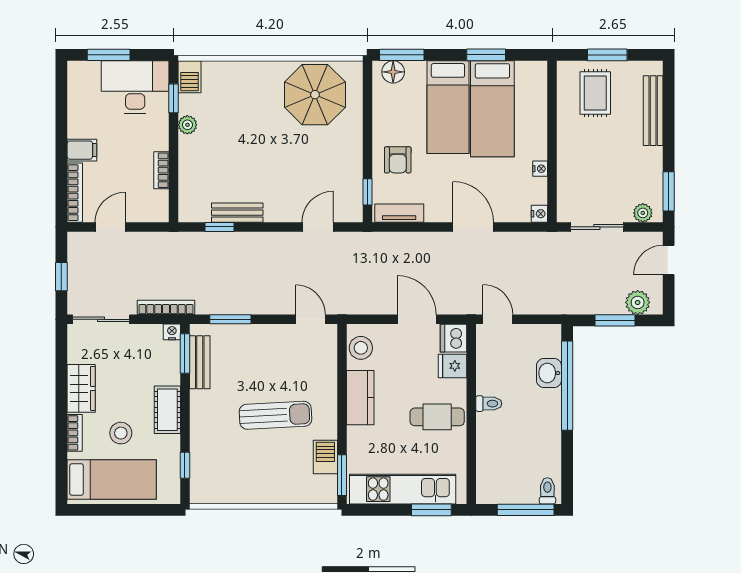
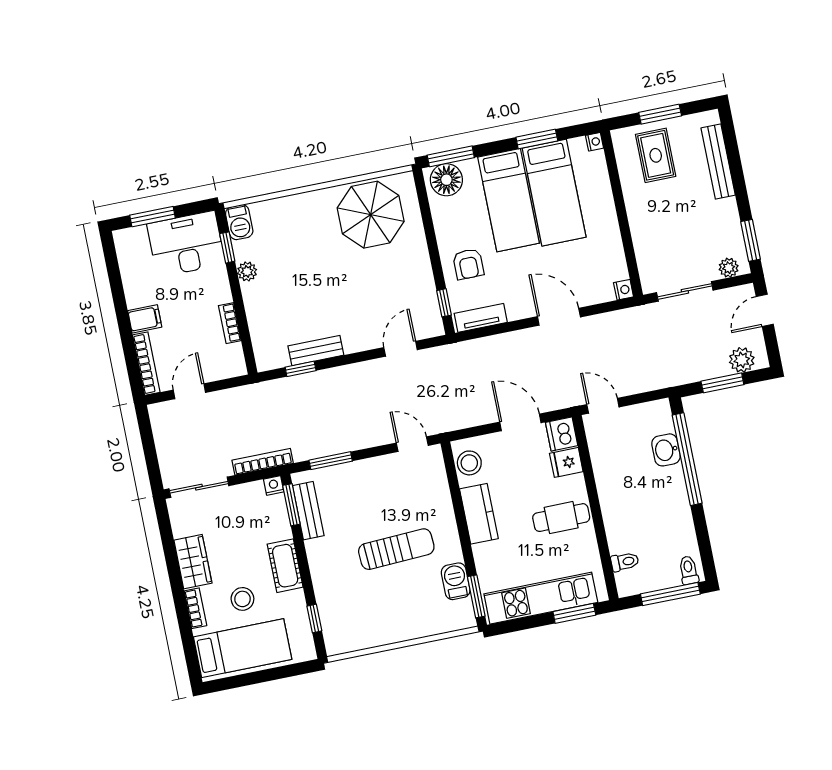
floor lamp: (393, 72) -> (446, 180), width x1.38, depth x1.38
nightstand: (540, 169) -> (595, 142), moved
window: (61, 277) -> (150, 452), removed
toilet: (489, 404) -> (625, 562), moved

